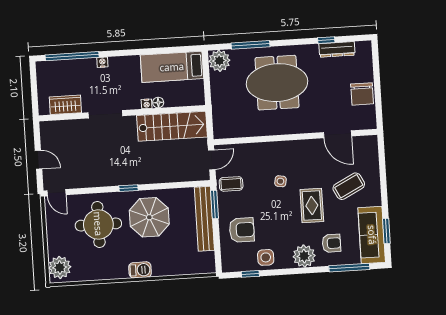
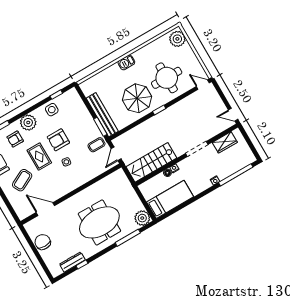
door: (39, 160) -> (233, 115), moved
armchair: (242, 230) -> (58, 140), moved

